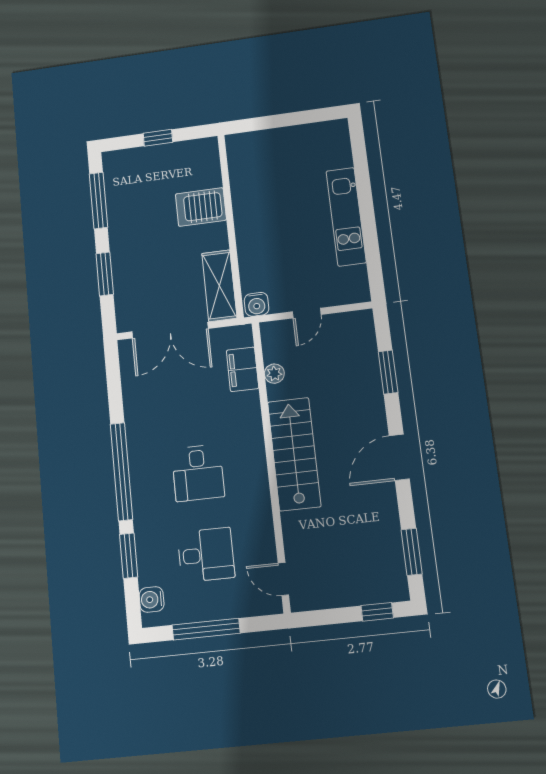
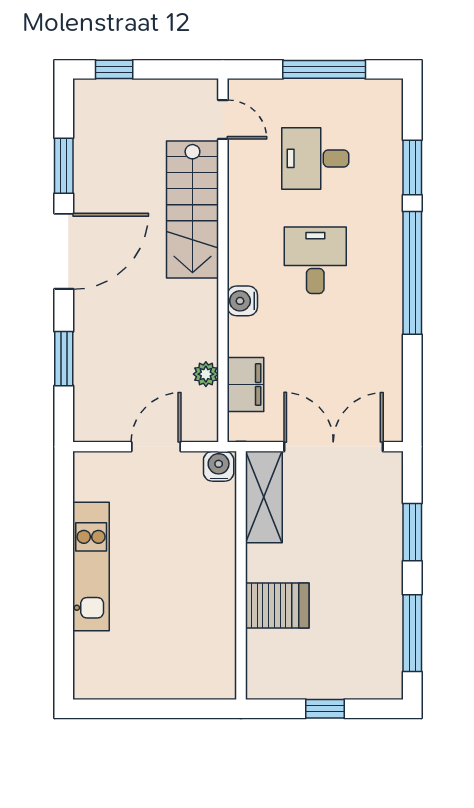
door: (307, 313) -> (156, 447), width x1.37
stairs: (294, 454) -> (192, 209), moved
door: (399, 457) -> (64, 251), width x1.36
window: (412, 552) -> (64, 166), moved
water cooler: (152, 600) -> (242, 301), moved, turned 180

